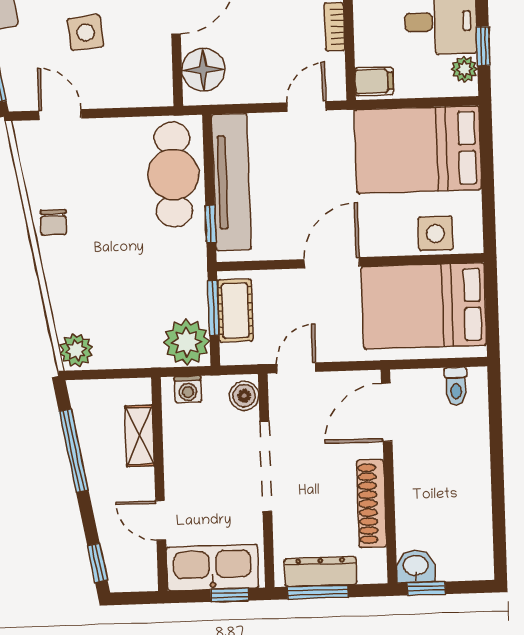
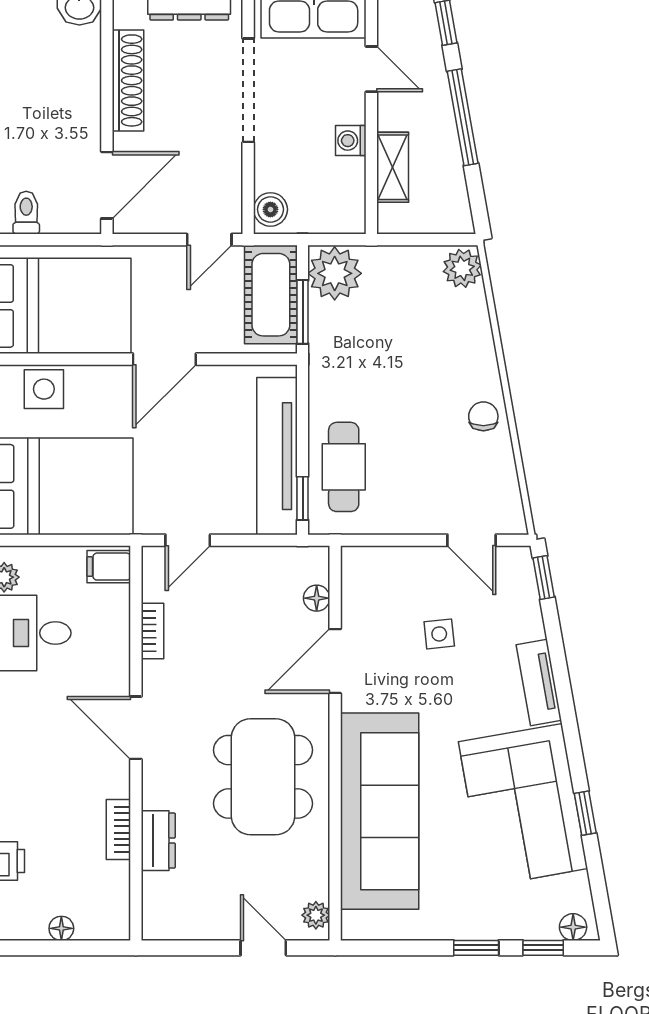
side table: (86, 32) -> (439, 634), width x0.73, depth x0.73
floor lamp: (203, 70) -> (317, 598), width x0.53, depth x0.53
cafe table: (173, 175) -> (344, 467), width x0.73, depth x0.74
window: (211, 224) -> (303, 498), moved
cot: (235, 310) -> (271, 295), width x1.37, depth x1.34
washing machine: (188, 389) -> (351, 141), moved, turned -90
window: (74, 451) -> (463, 117), moved
doorway: (266, 466) -> (248, 90), moved

